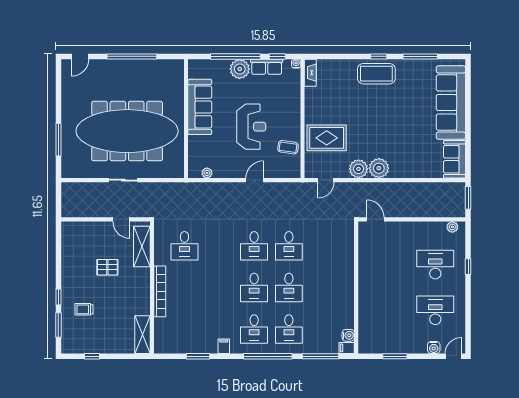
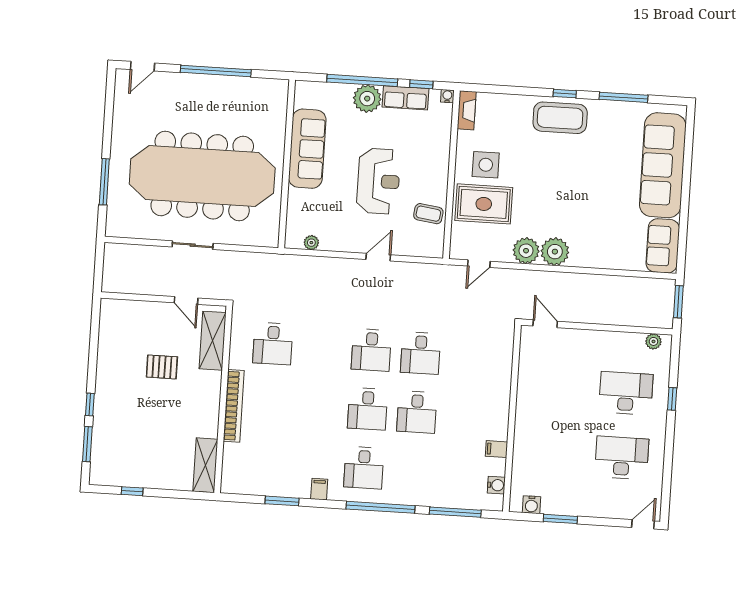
side table: (326, 110) -> (486, 165), added
trolley: (84, 309) -> (125, 424), removed
desk: (289, 329) -> (413, 471), removed
water cooler: (434, 347) -> (531, 505), moved
filing cabinet: (347, 348) -> (496, 449), moved

